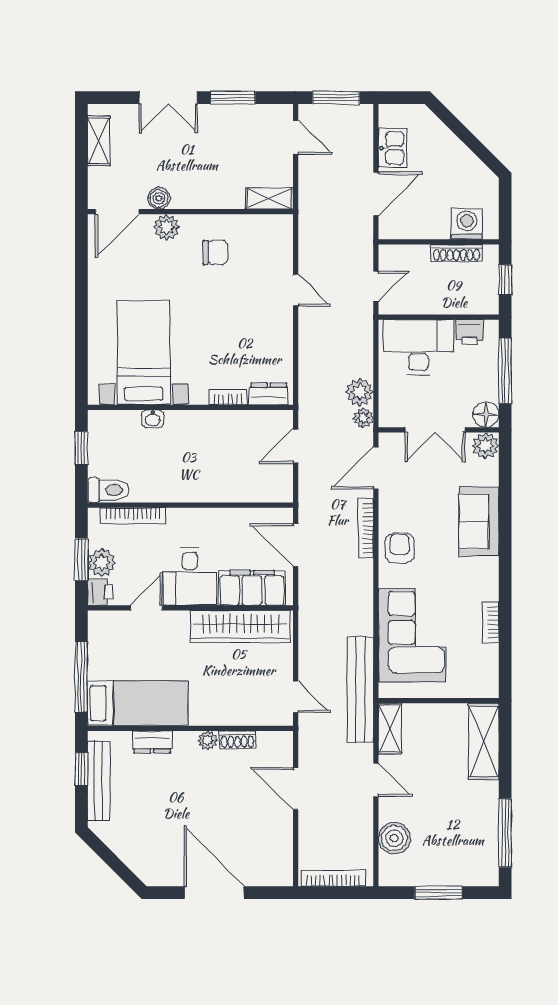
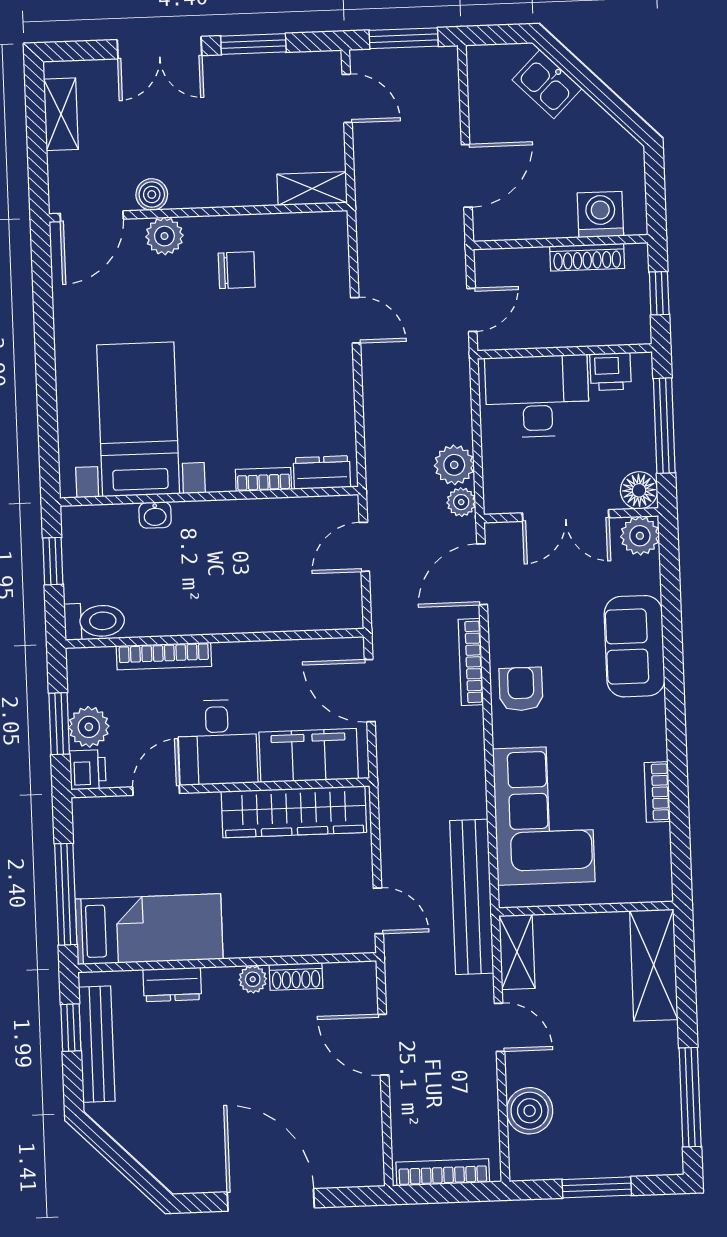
kitchen sink: (393, 148) -> (547, 84), moved, turned 135
bookcase: (133, 516) -> (164, 656), moved

